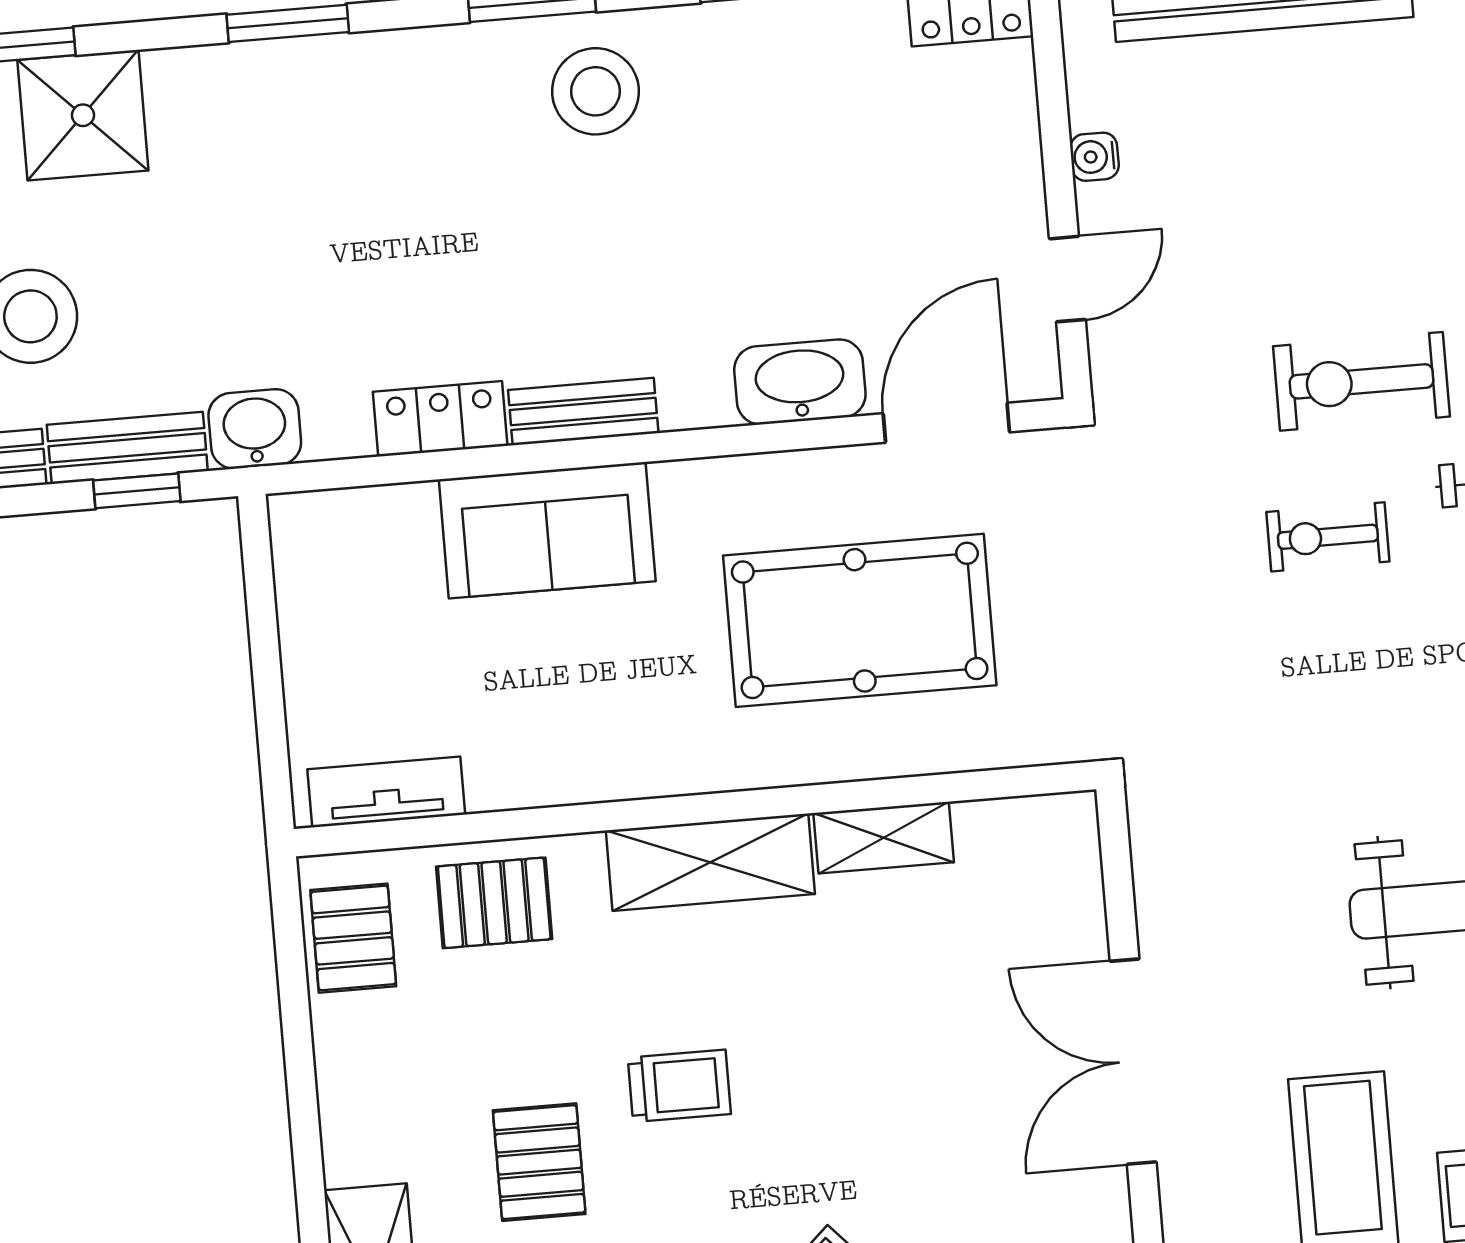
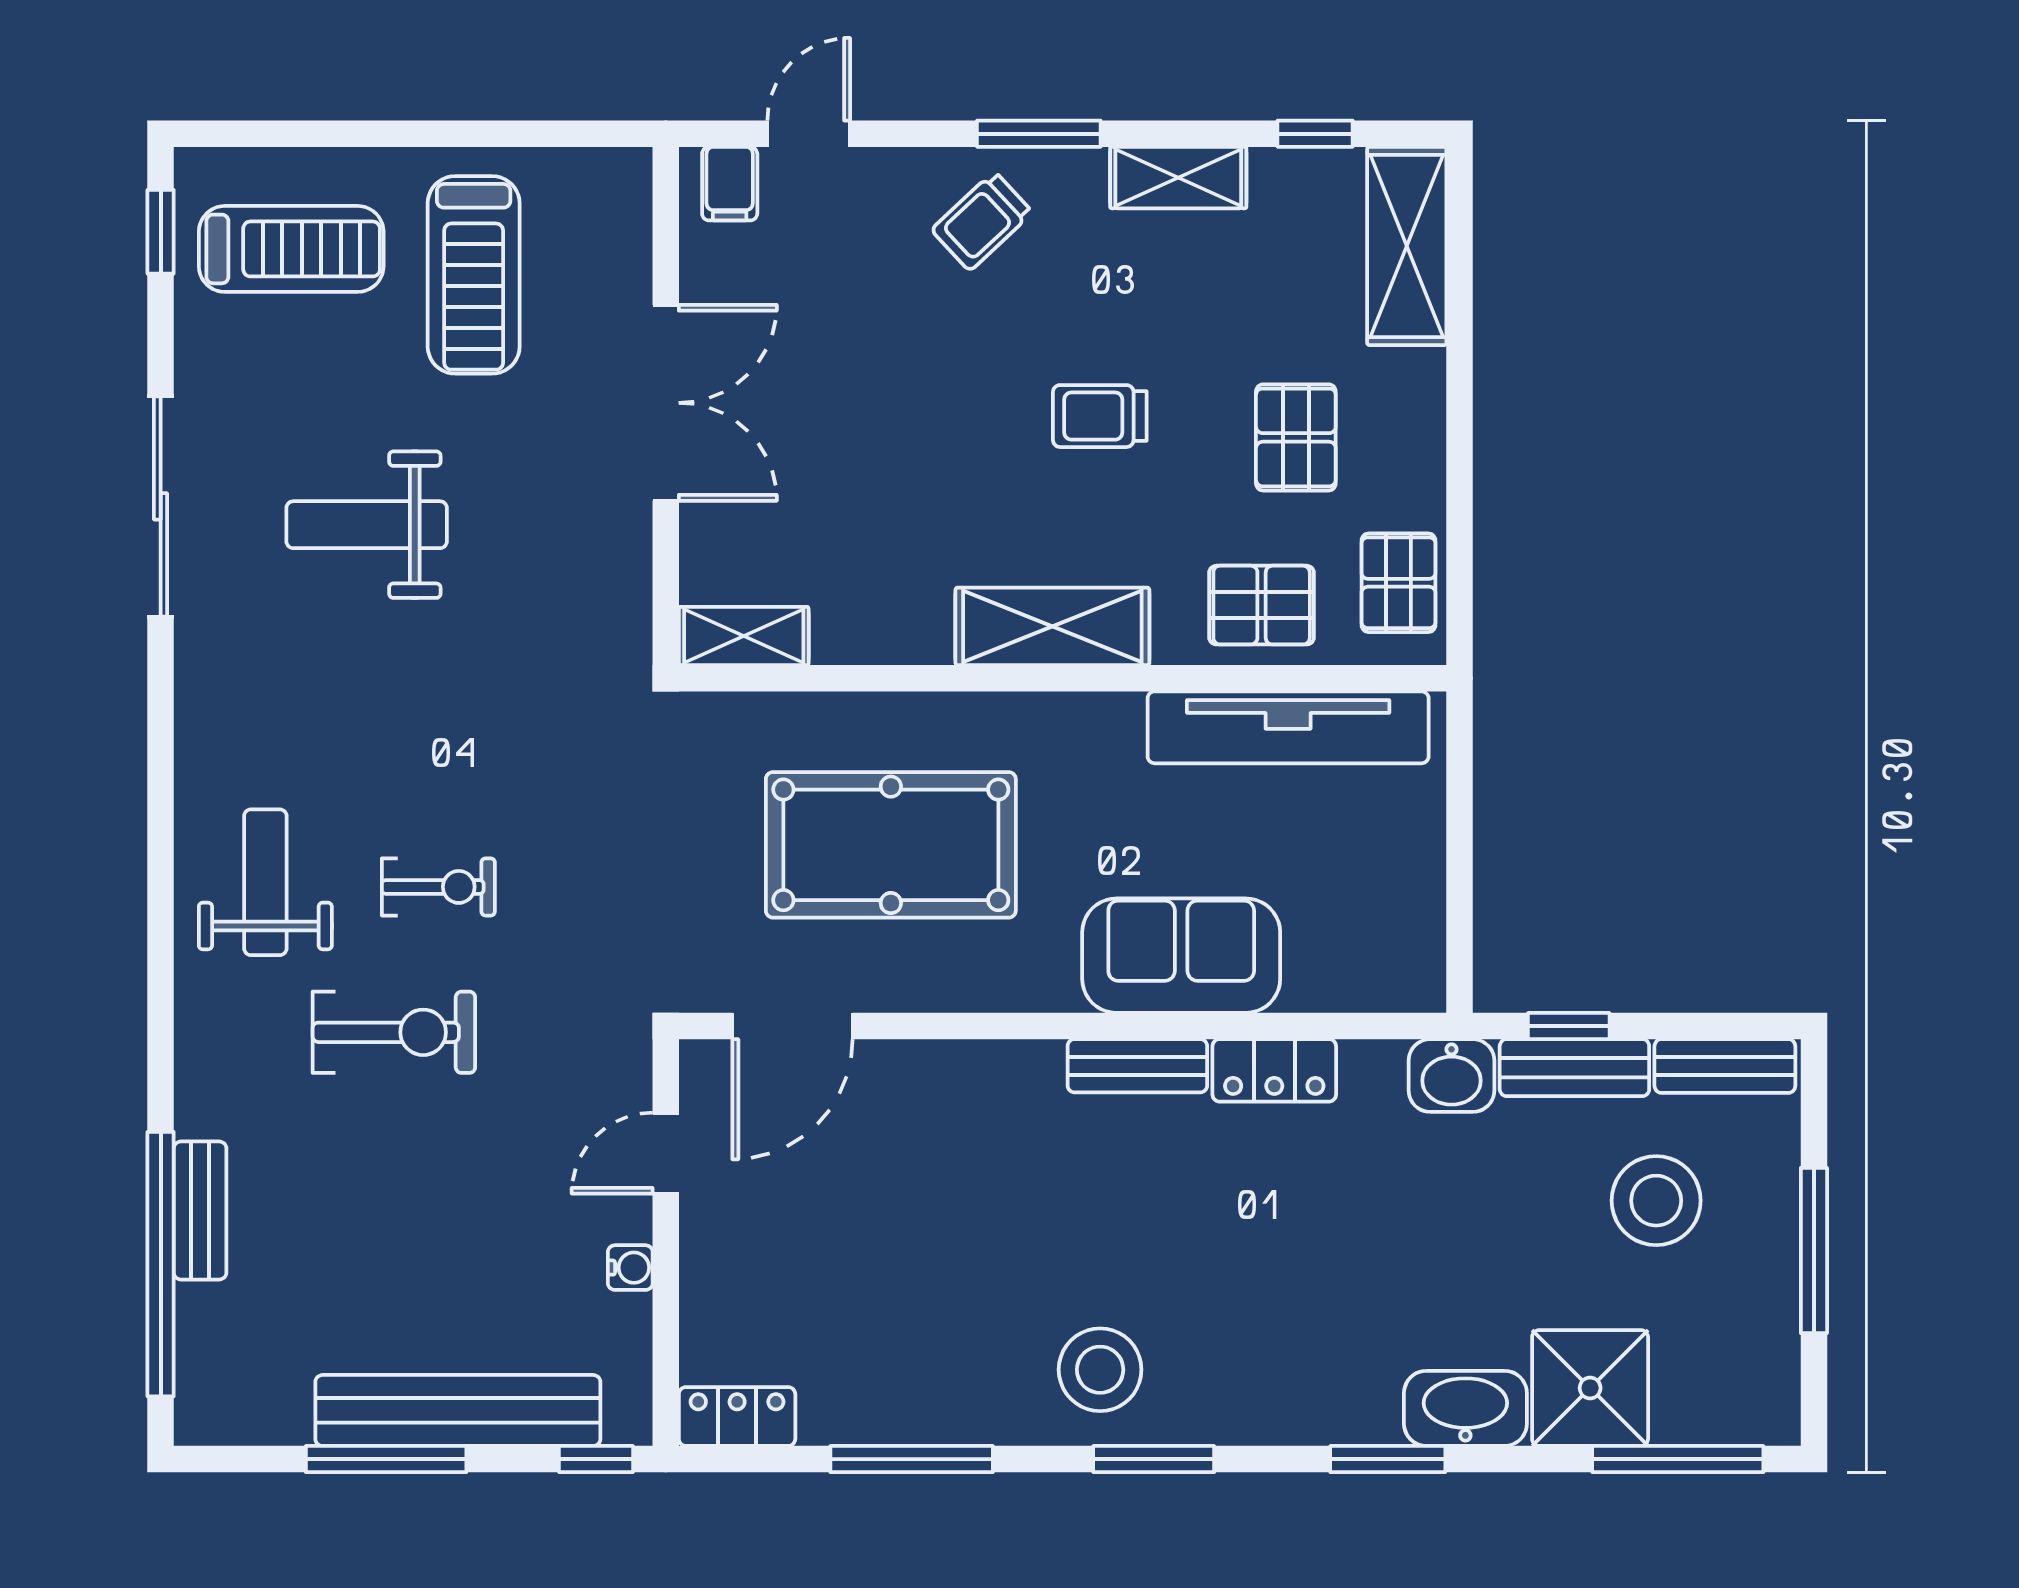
washbasin: (800, 382) -> (1465, 1408), moved, turned 180
tv unit: (386, 792) -> (1288, 727), width x1.92, depth x1.29
shelving: (884, 838) -> (744, 636), moved
pallet: (539, 1162) -> (1296, 437), moved

